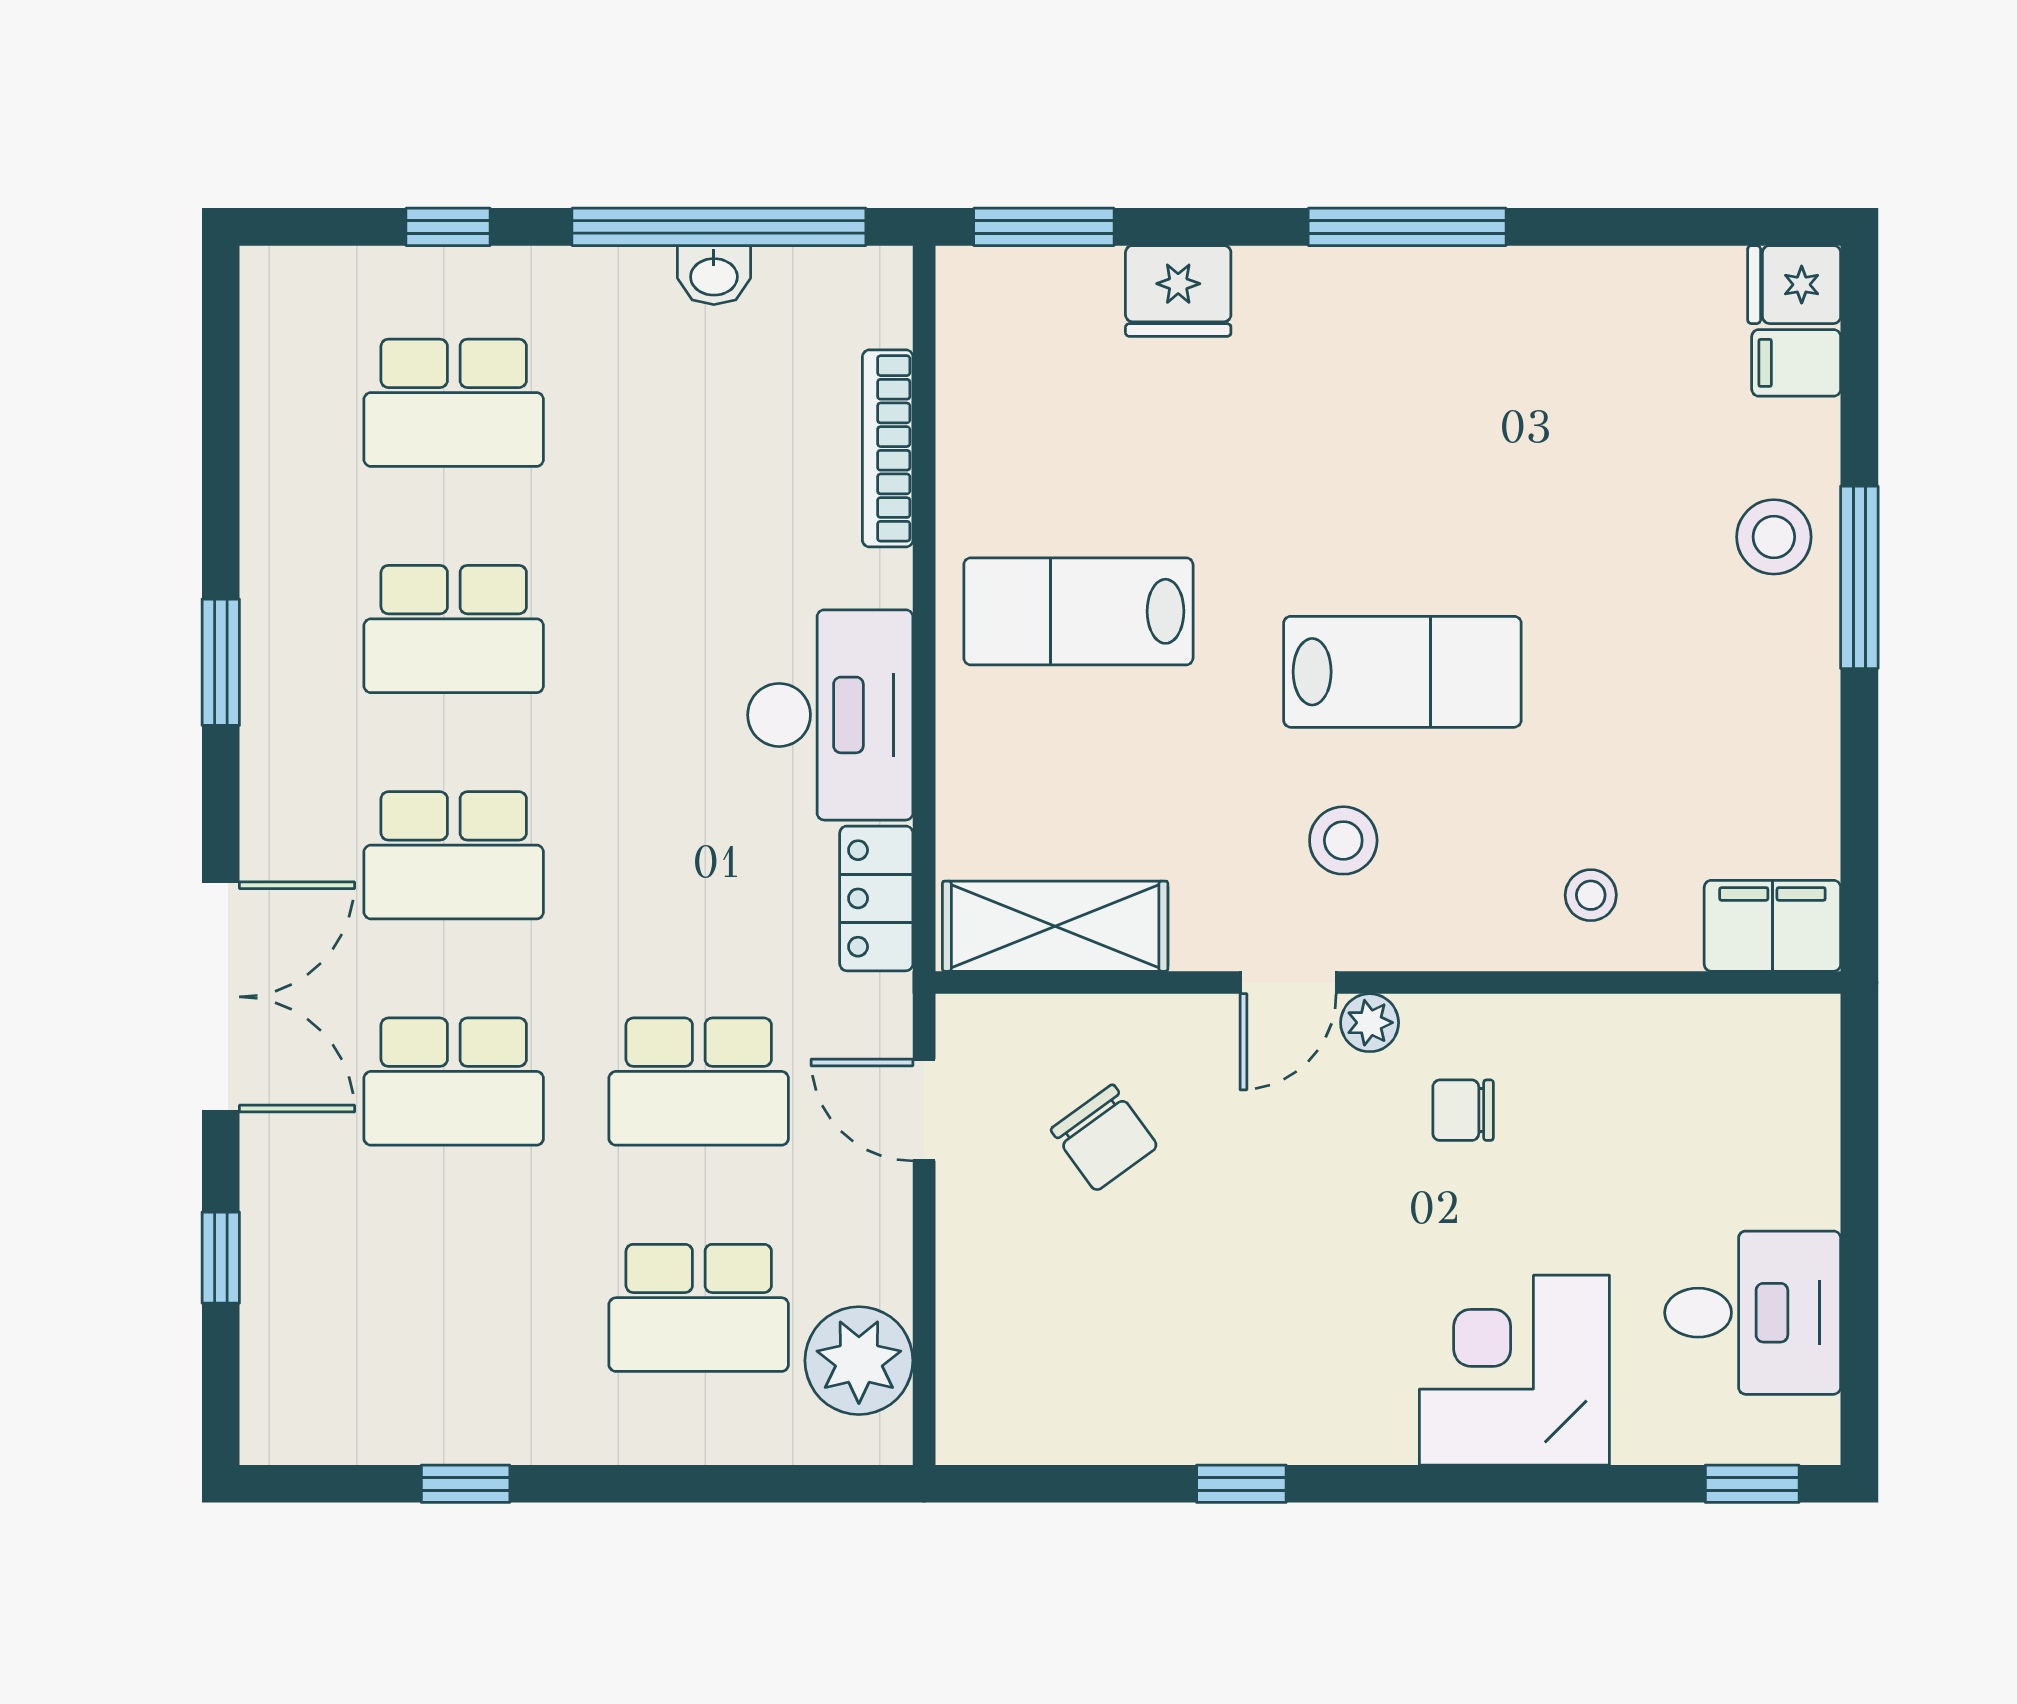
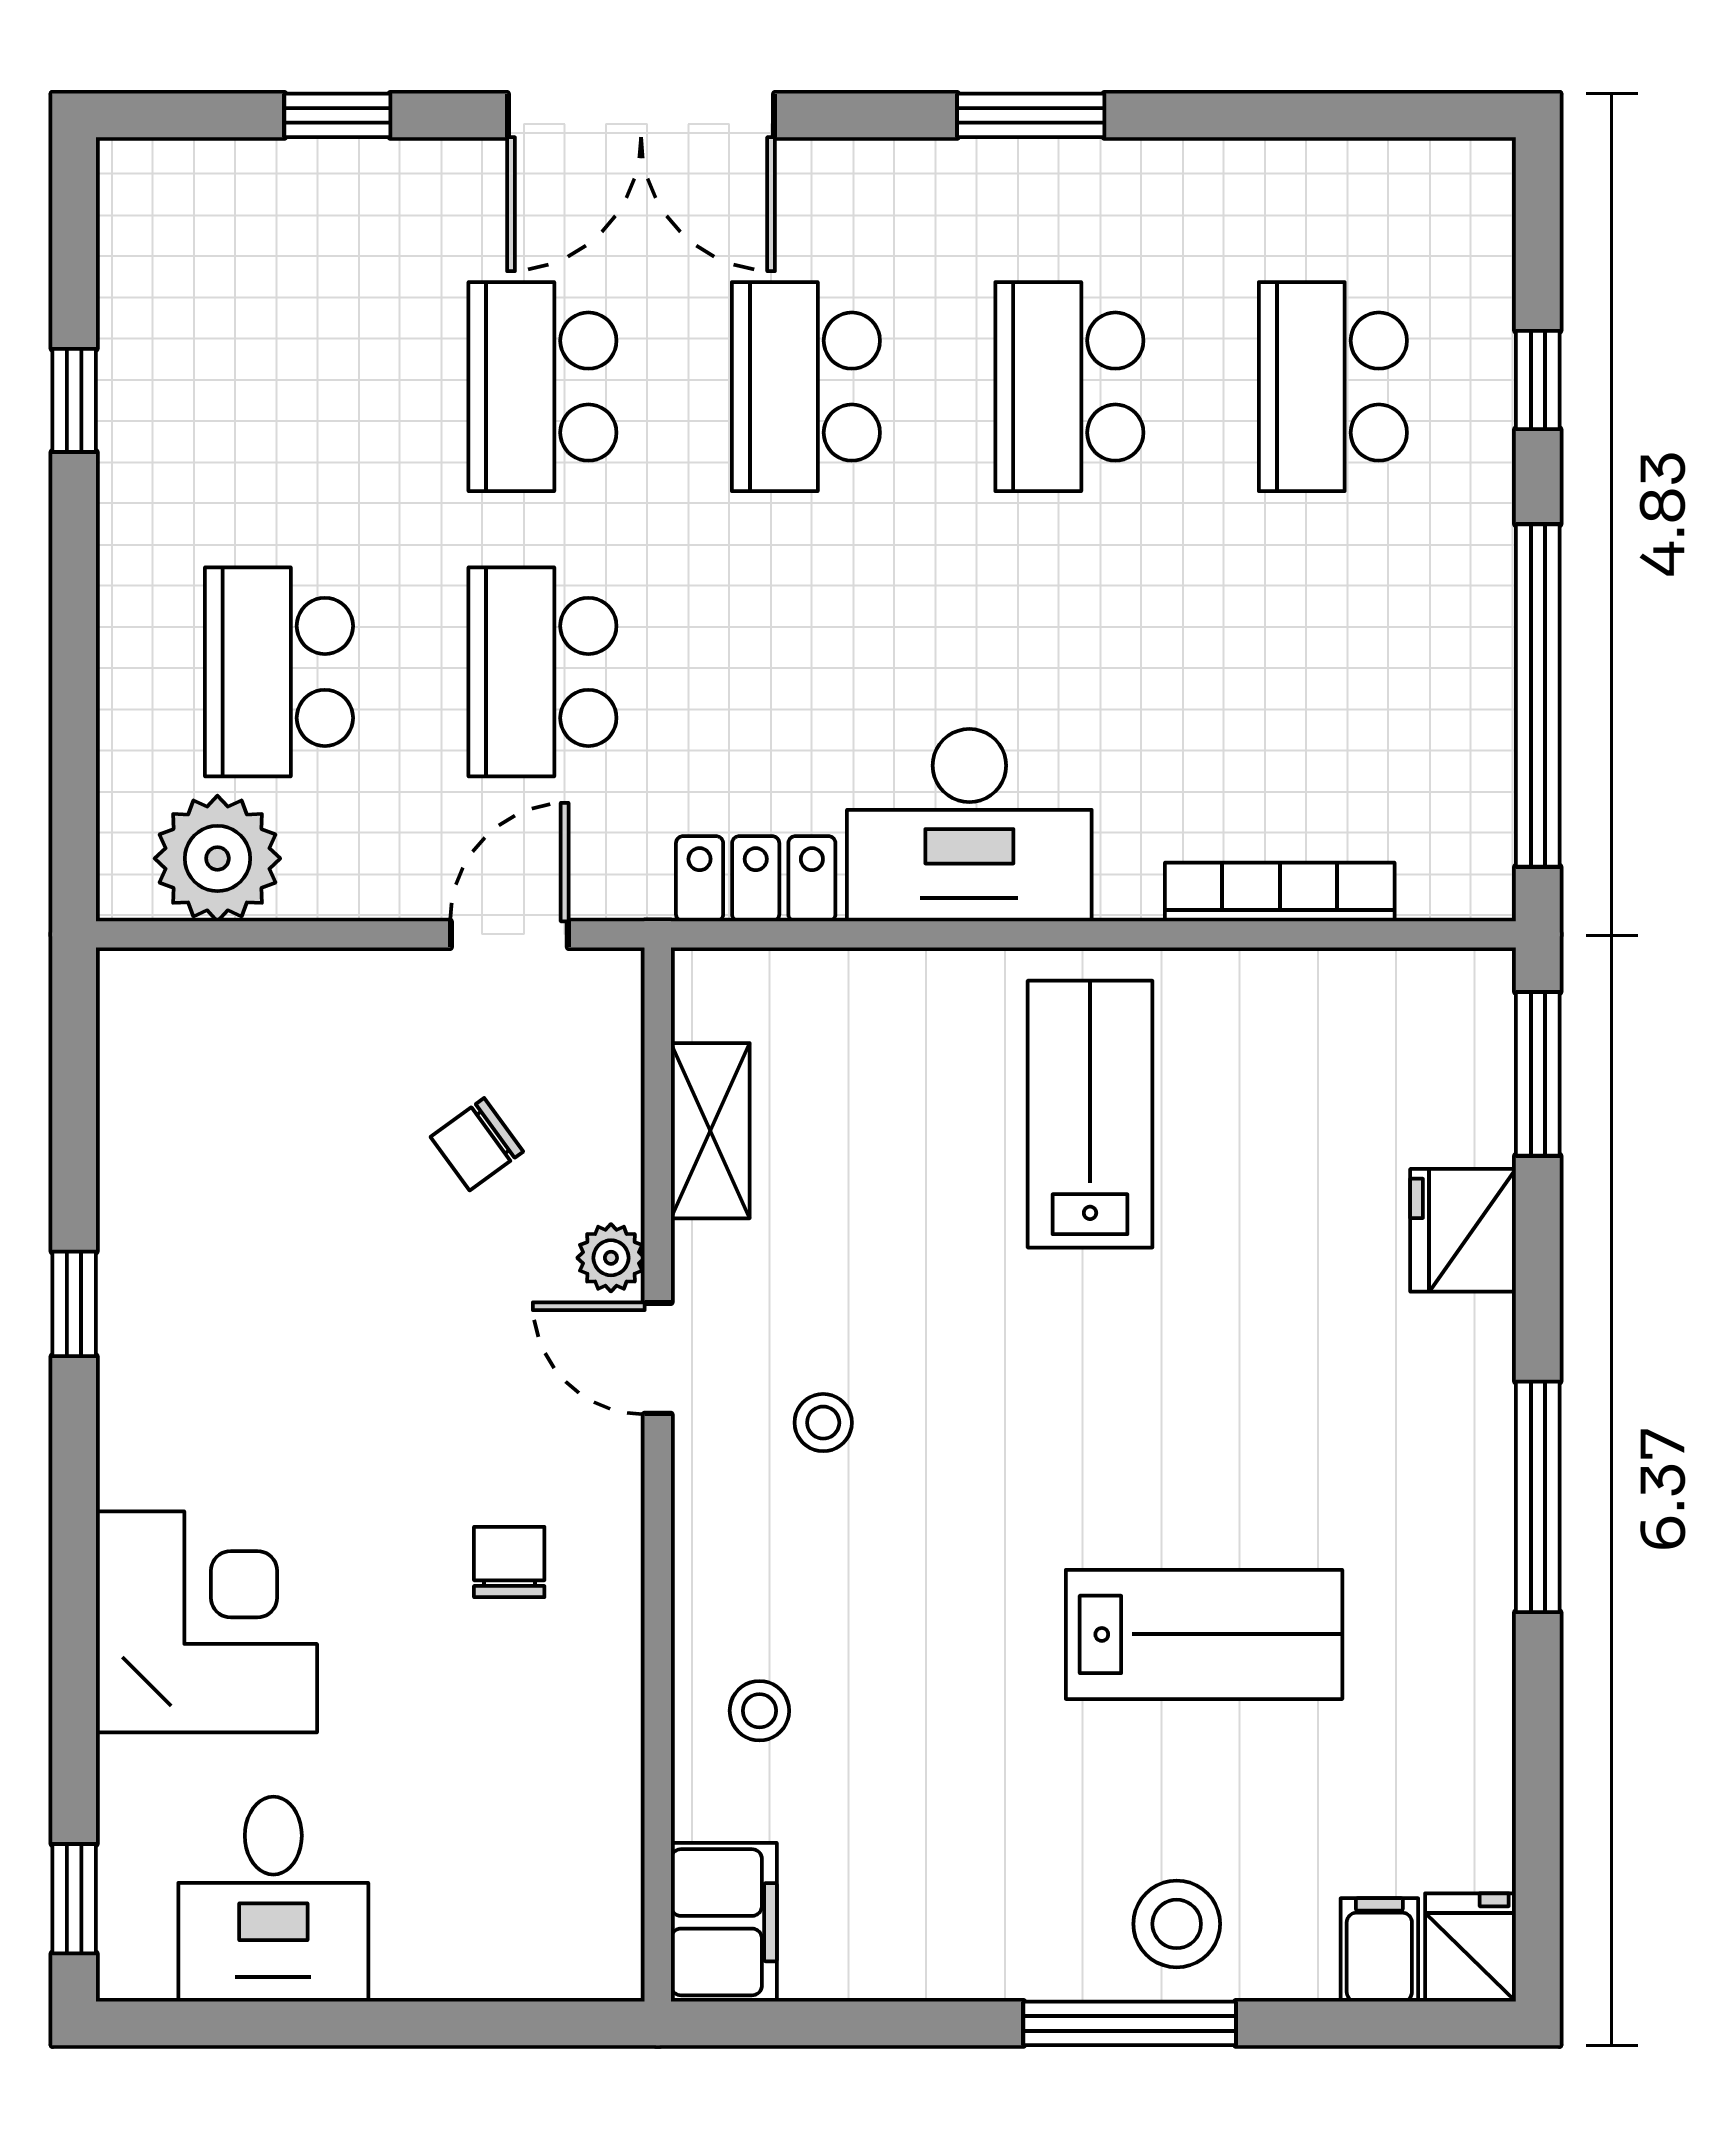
washbasin: (714, 275) -> (1482, 690), removed
lab bench: (1402, 672) -> (1204, 1634), moved, turned -90
stool: (1343, 840) -> (823, 1423), width x0.73, depth x0.73
shelving: (1055, 926) -> (710, 1131), width x0.67, depth x0.75
plant: (1370, 1023) -> (611, 1258), moved
chair: (1104, 1138) -> (477, 1144), width x0.73, depth x0.73

